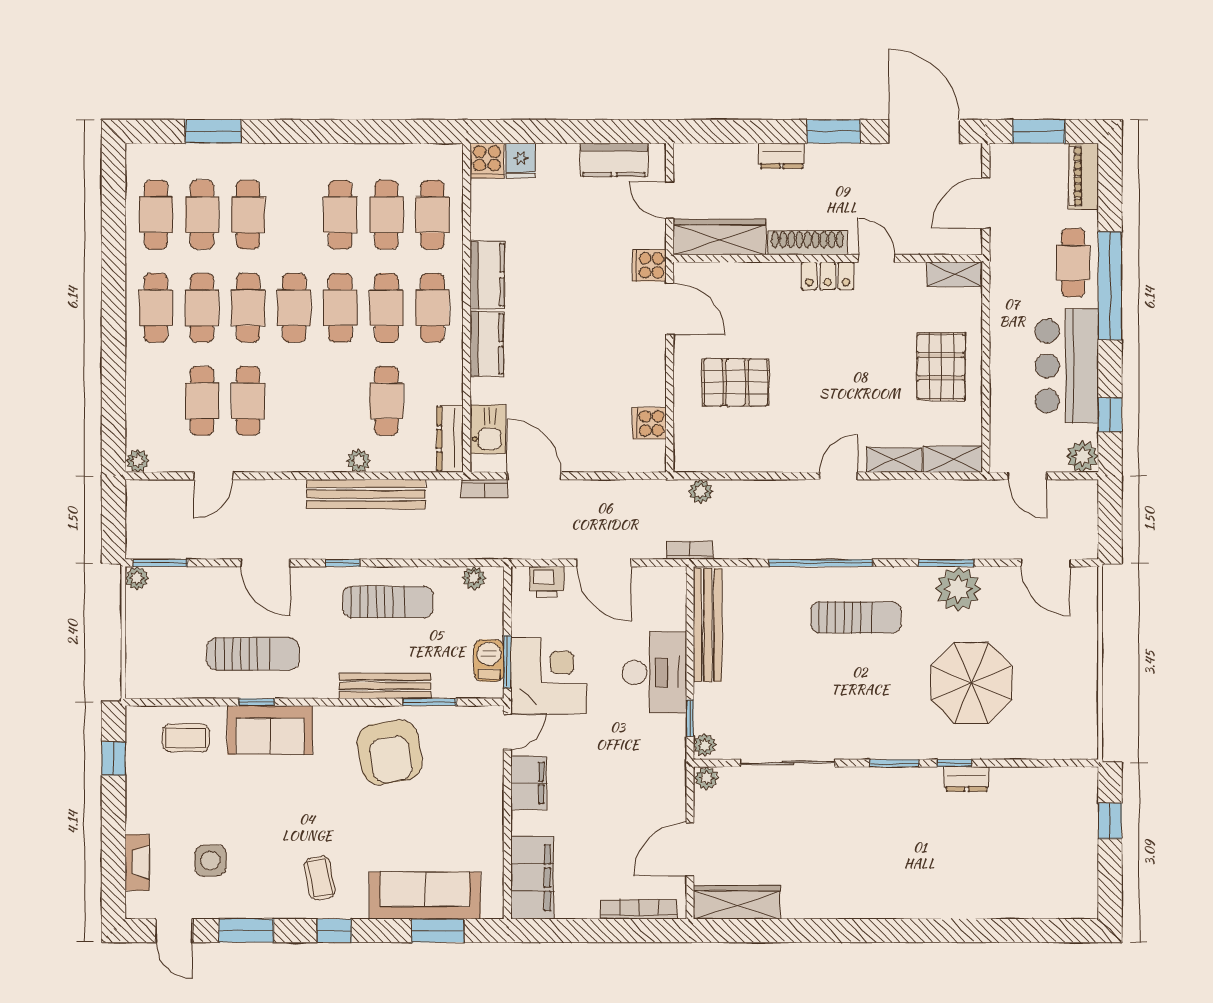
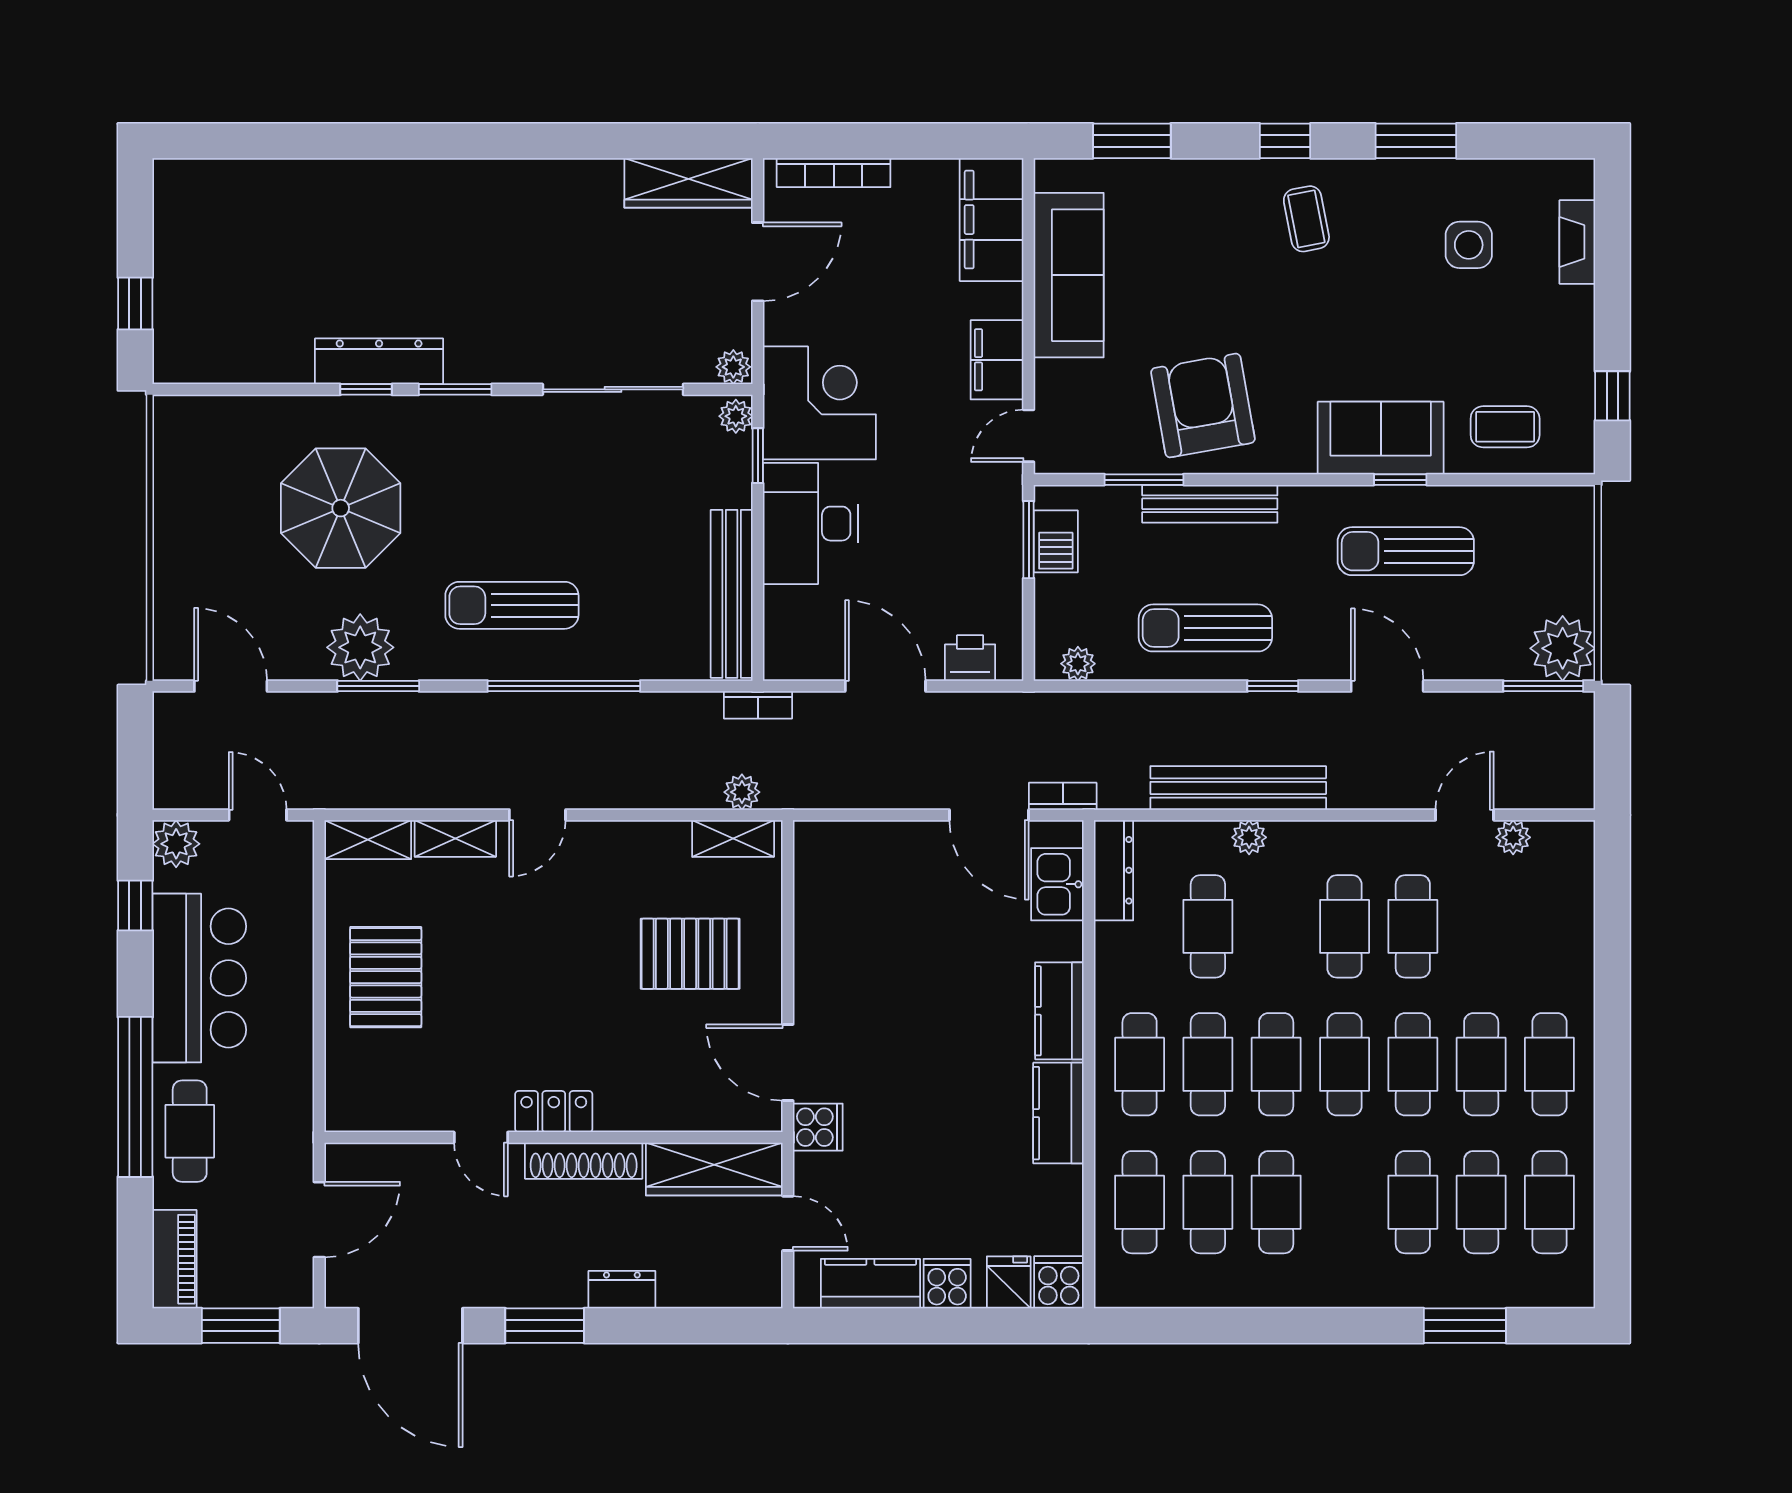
shelving: (955, 274) -> (733, 839), moved
cafe table: (202, 401) -> (1345, 926), moved
cooker: (649, 423) -> (947, 1284), moved, turned -90
plant: (138, 461) -> (1513, 837), moved
plant: (137, 578) -> (1563, 648), width x1.88, depth x1.88
corner desk: (549, 676) -> (819, 403), moved, turned 180
dresser: (967, 779) -> (379, 361), width x1.96, depth x1.24
sofa: (425, 895) -> (1069, 275), moved, turned -90
door: (174, 931) -> (1522, 141), removed

